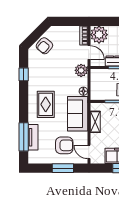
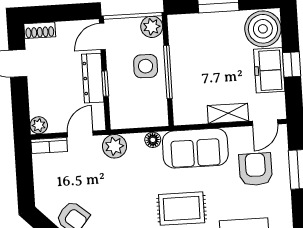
plant: (99, 35) -> (39, 125), width x0.53, depth x0.53
shelving: (95, 122) -> (228, 113), moved

